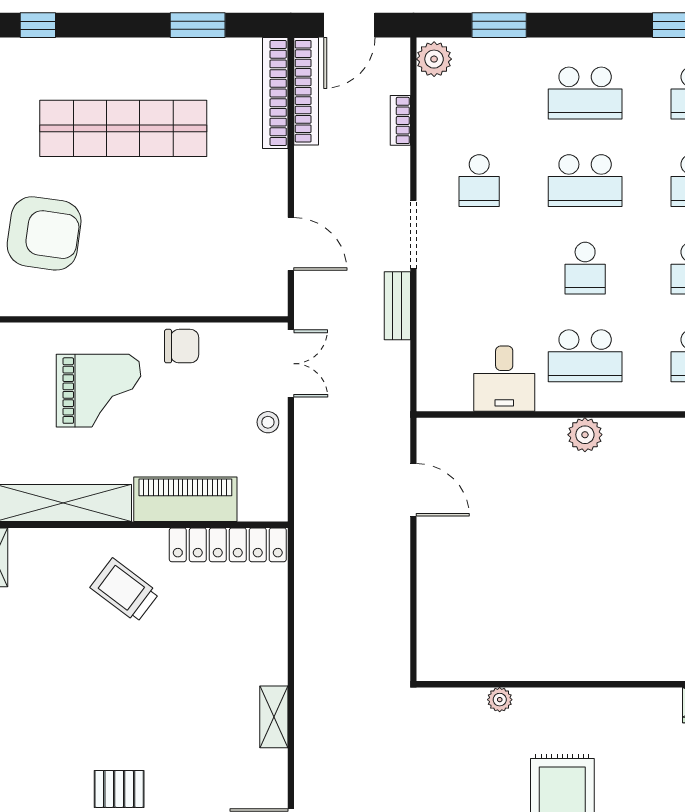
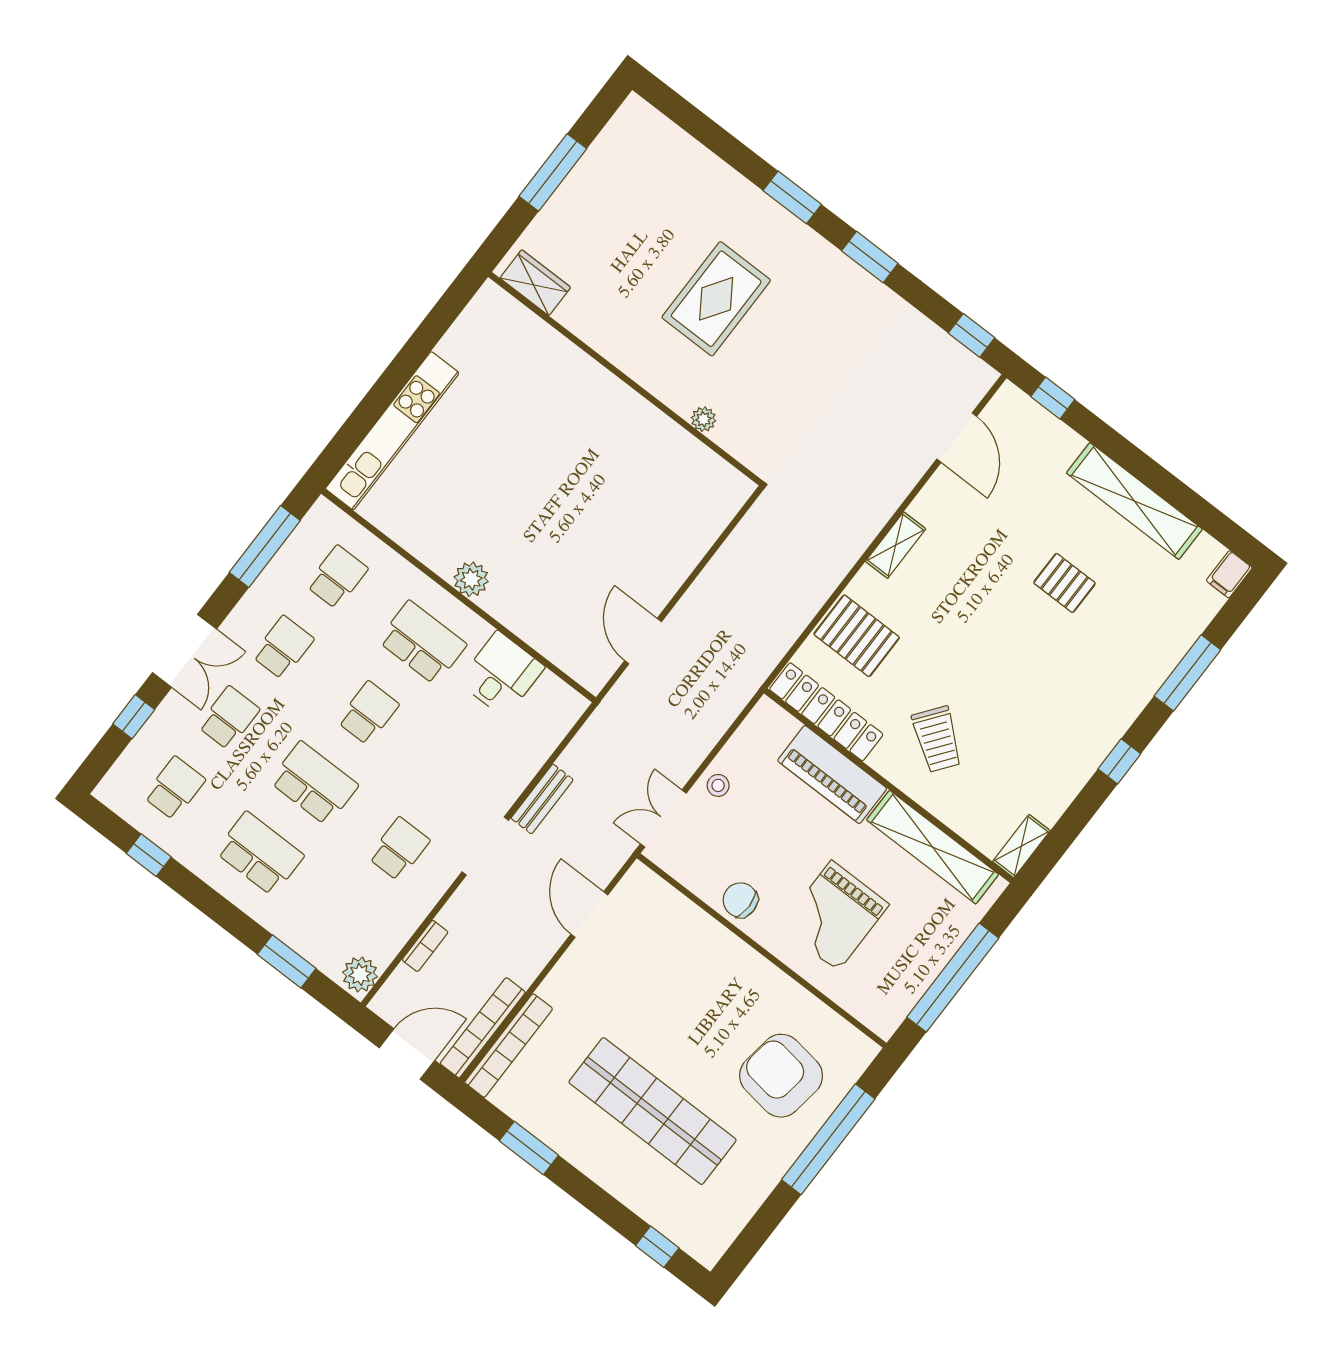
grand piano: (99, 391) -> (835, 916), turned -90
pallet: (250, 622) -> (857, 636), added

